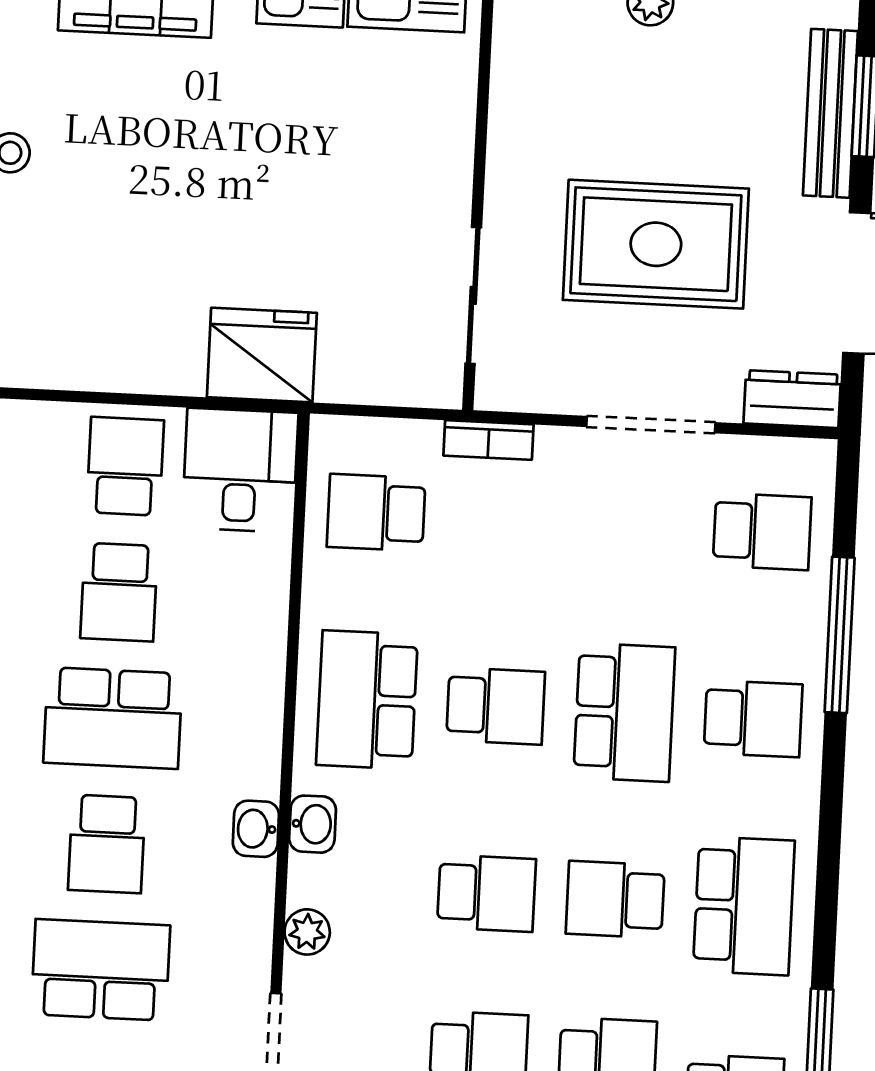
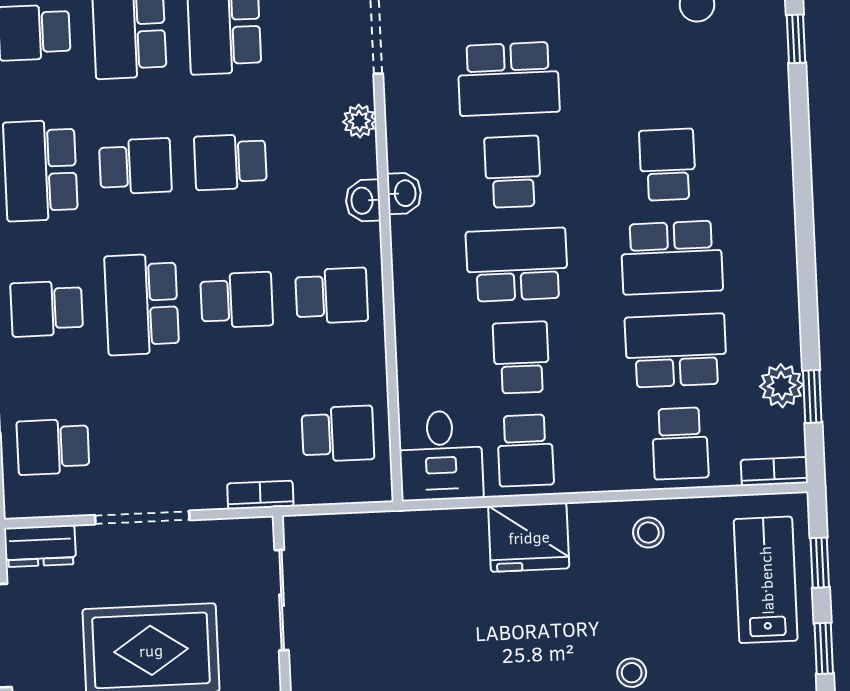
fridge: (262, 355) -> (529, 537), moved
school desk: (367, 700) -> (332, 296), width x0.54
school desk: (496, 706) -> (237, 300), turned 180

